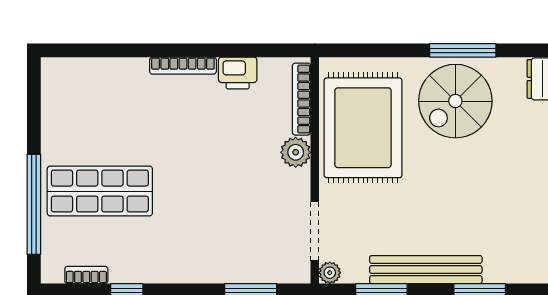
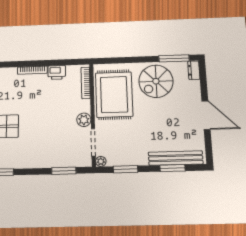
window: (463, 50) -> (174, 58), moved
plant: (296, 152) -> (84, 120), moved
bench: (426, 270) -> (176, 158), moved

